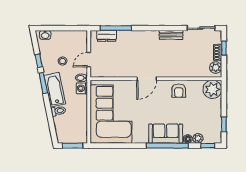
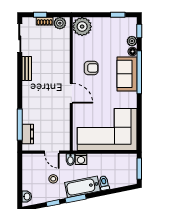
armchair: (179, 91) -> (91, 68), moved

